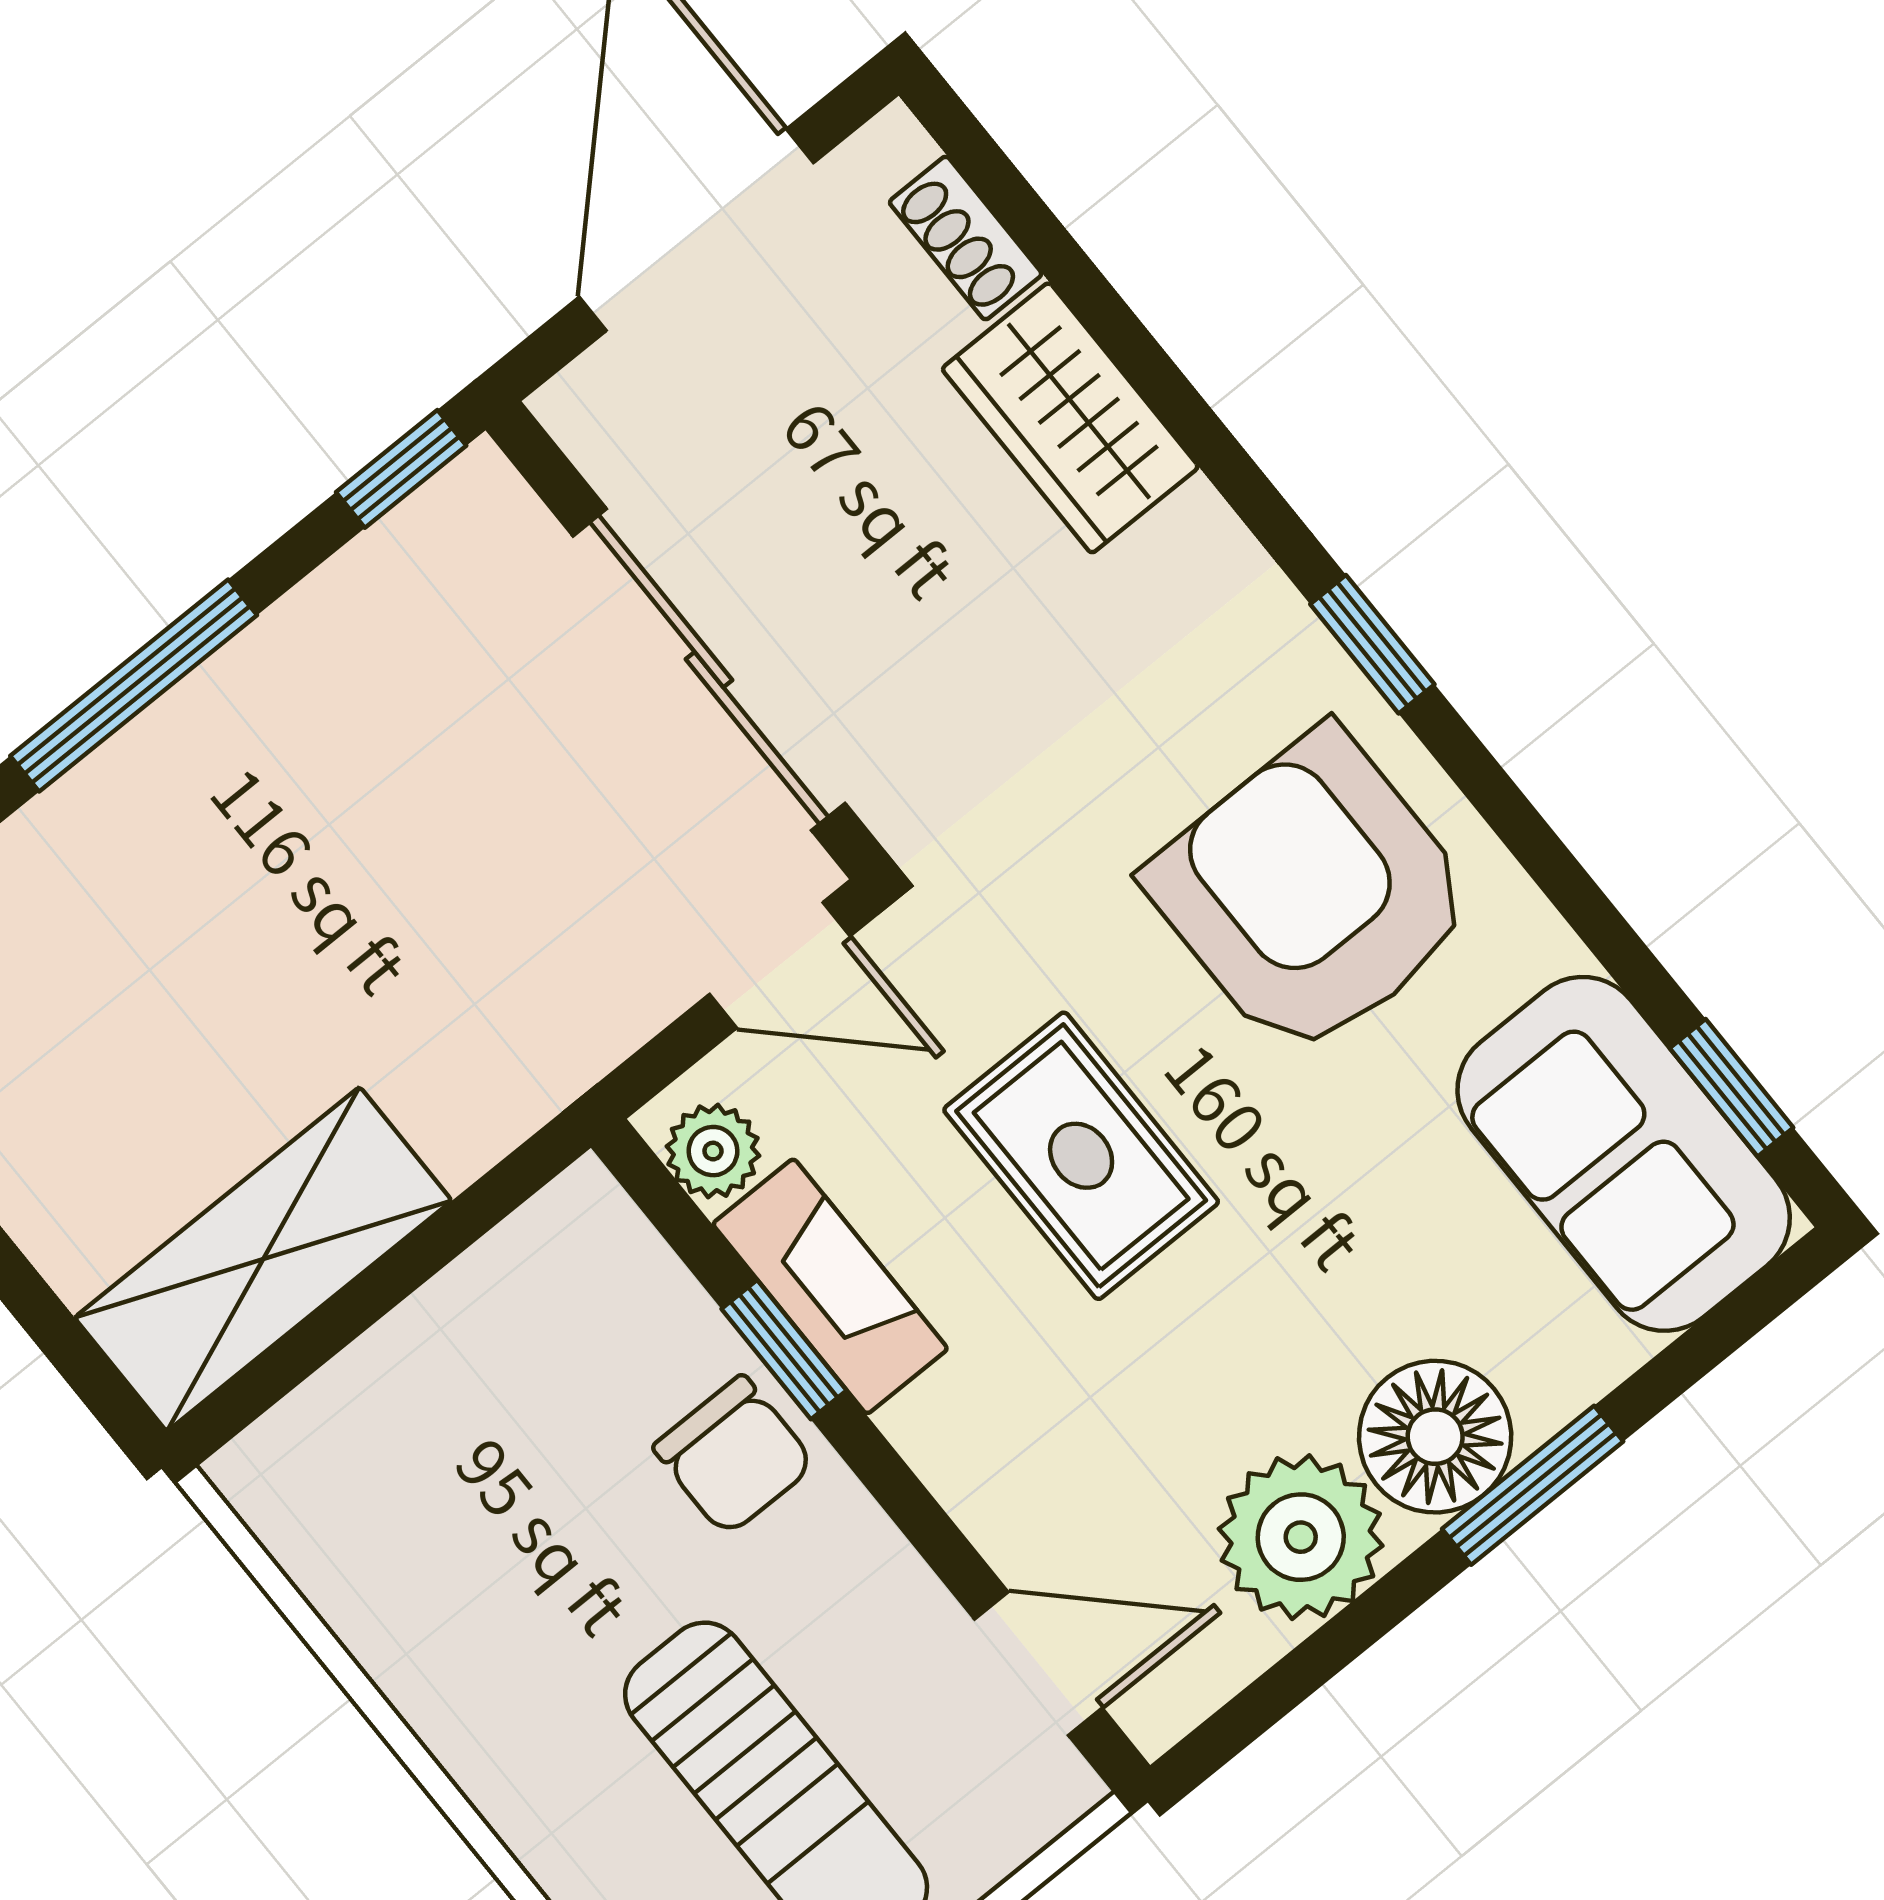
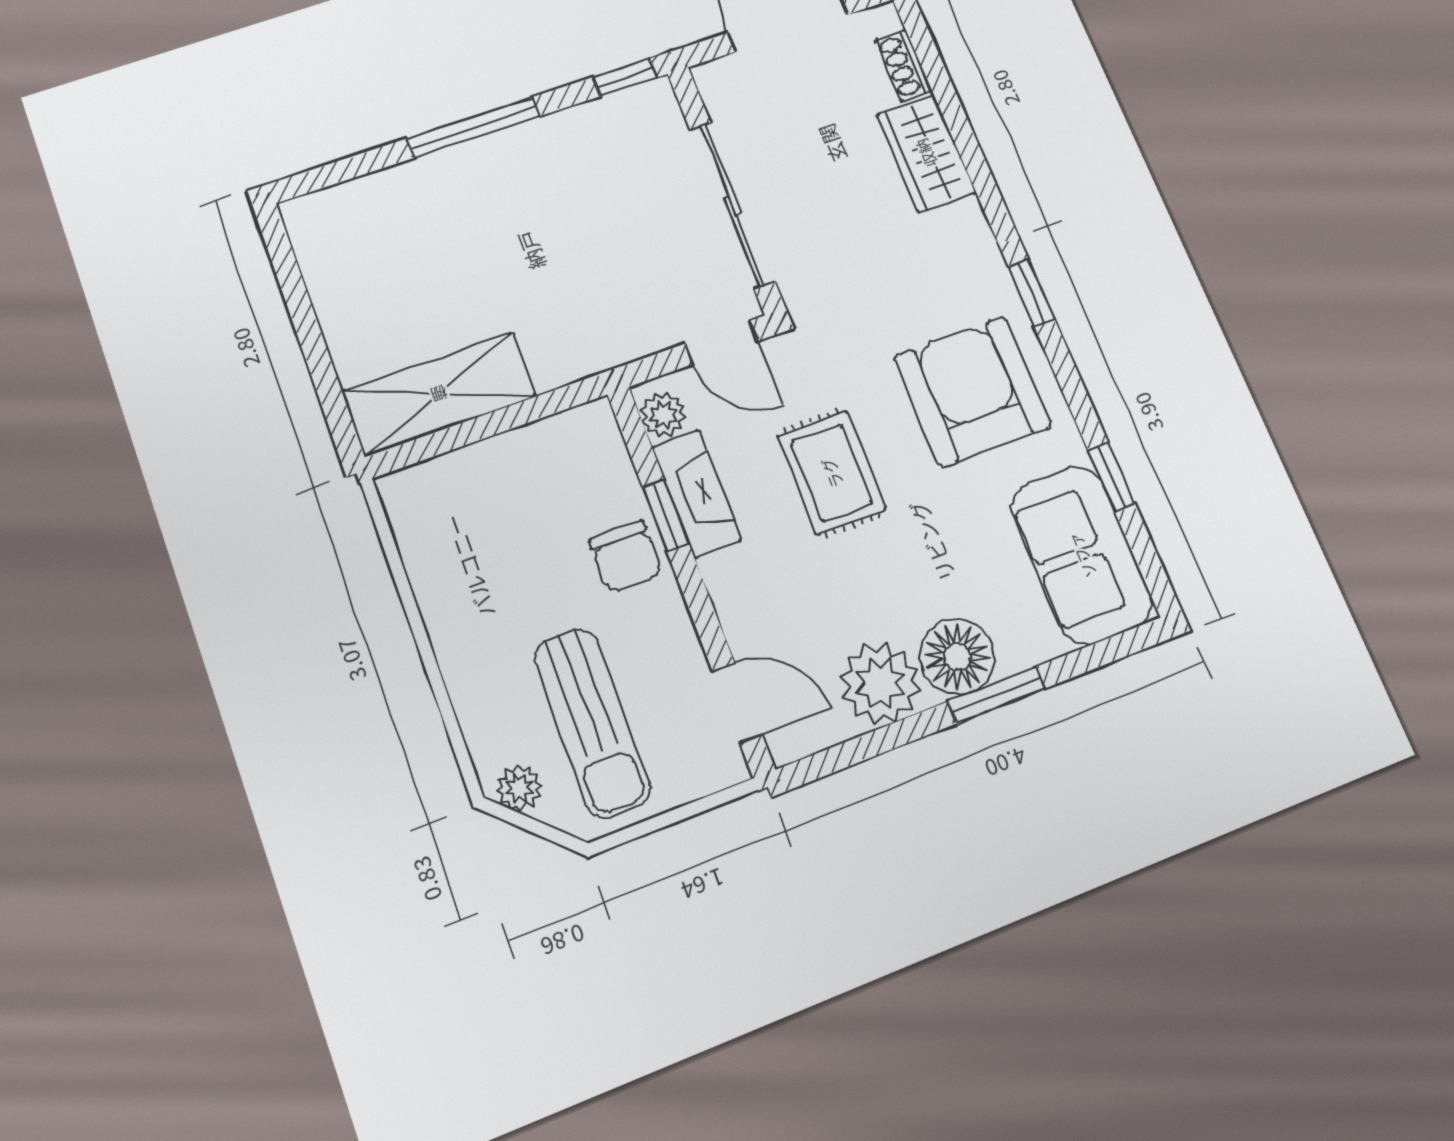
window: (1732, 1088) -> (1112, 477), moved

